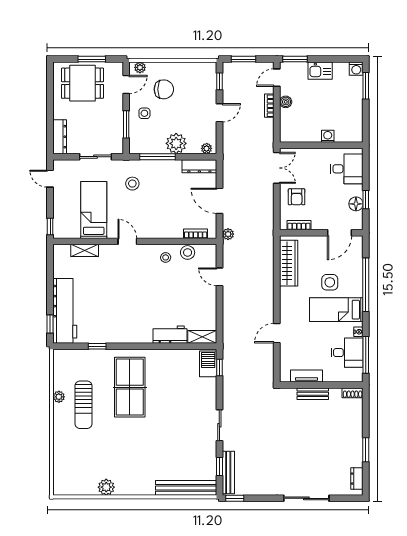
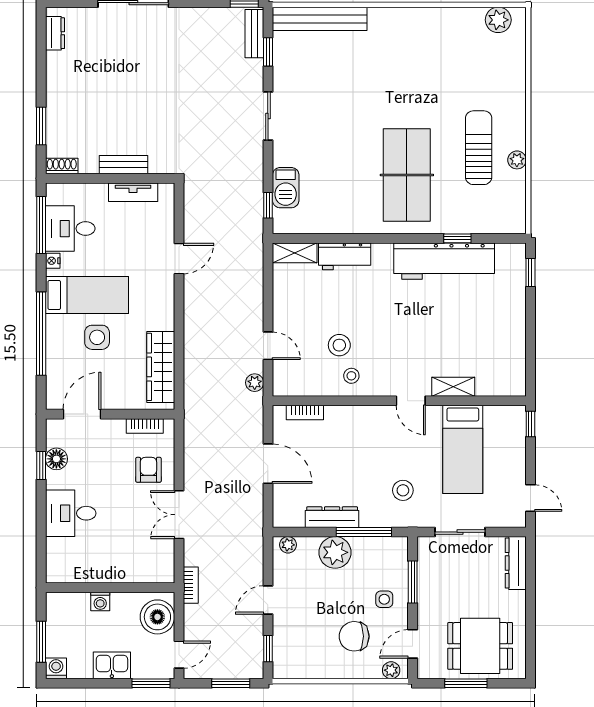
boiler: (286, 102) -> (157, 617), width x1.86, depth x1.86
bookcase: (269, 106) -> (191, 585), moved
washing machine: (328, 136) -> (100, 601), moved
wall: (321, 145) -> (110, 588), moved
dresser: (199, 166) -> (332, 517), moved
plant: (228, 234) -> (255, 383), moved
shelving: (85, 250) -> (453, 387), moved
stool: (188, 252) -> (339, 345), moved
workbench: (65, 311) -> (444, 261), moved, turned -90
barbecue: (208, 364) -> (286, 188), moved
window: (366, 450) -> (41, 126), moved
bench: (228, 473) -> (254, 34), width x0.73
plant: (106, 487) -> (498, 20), moved

